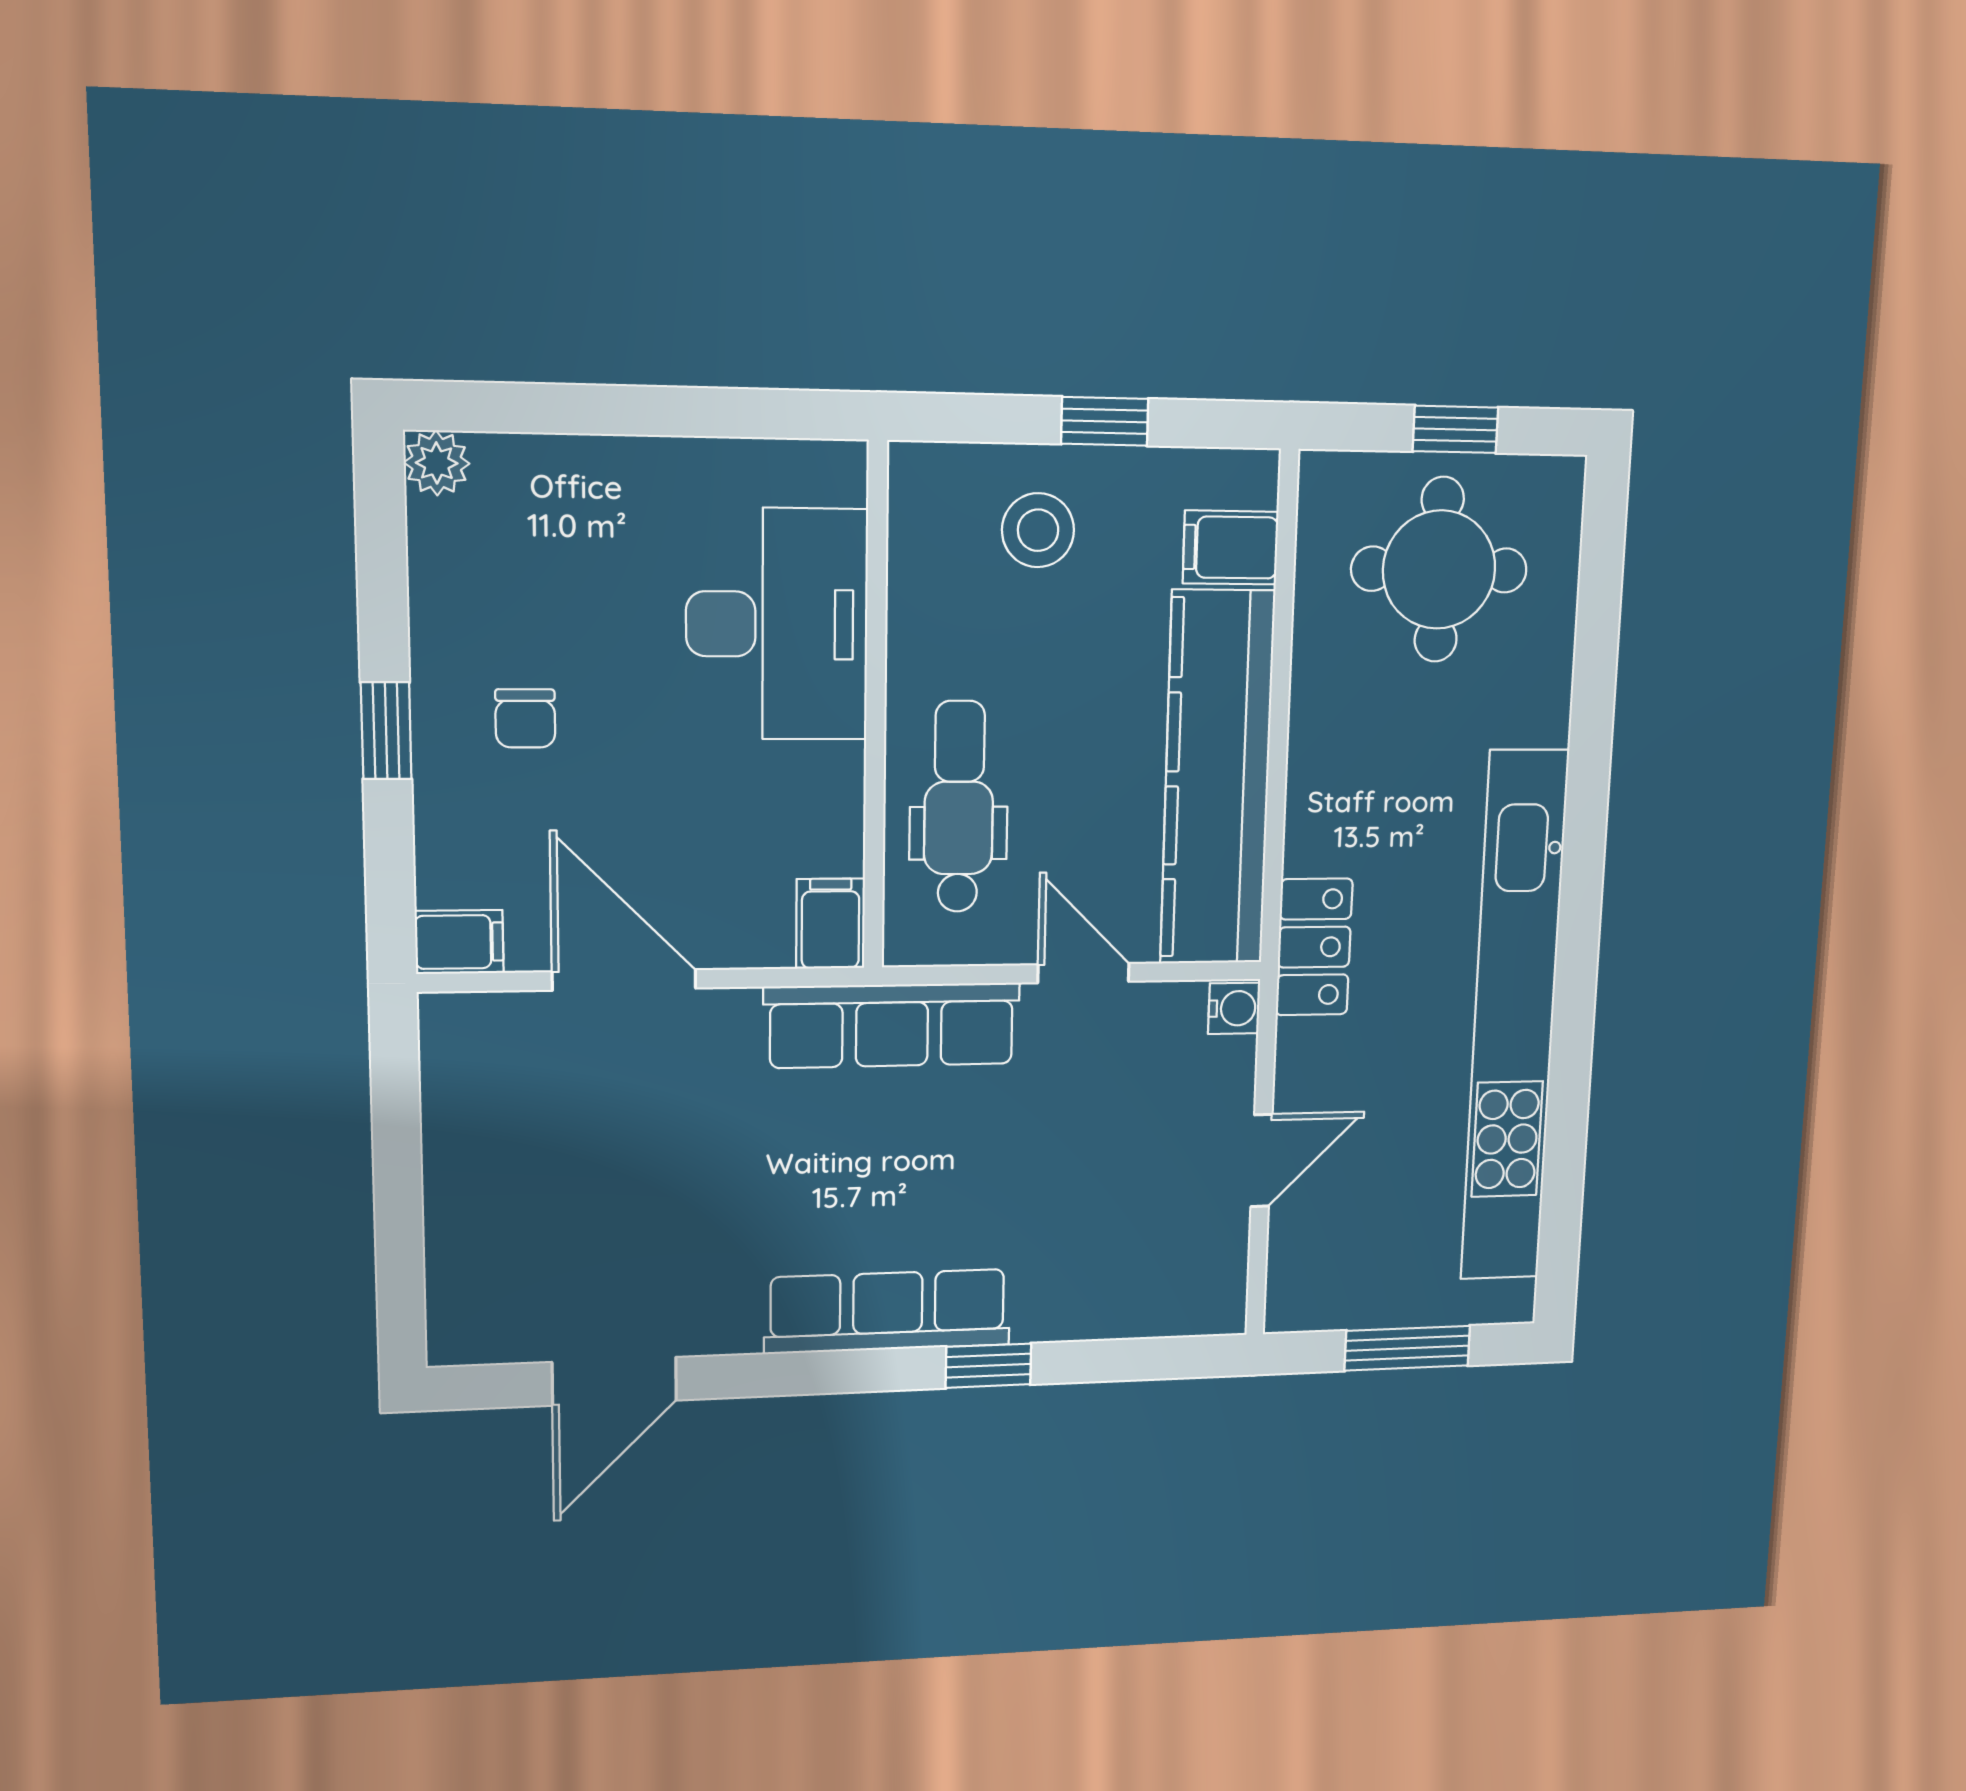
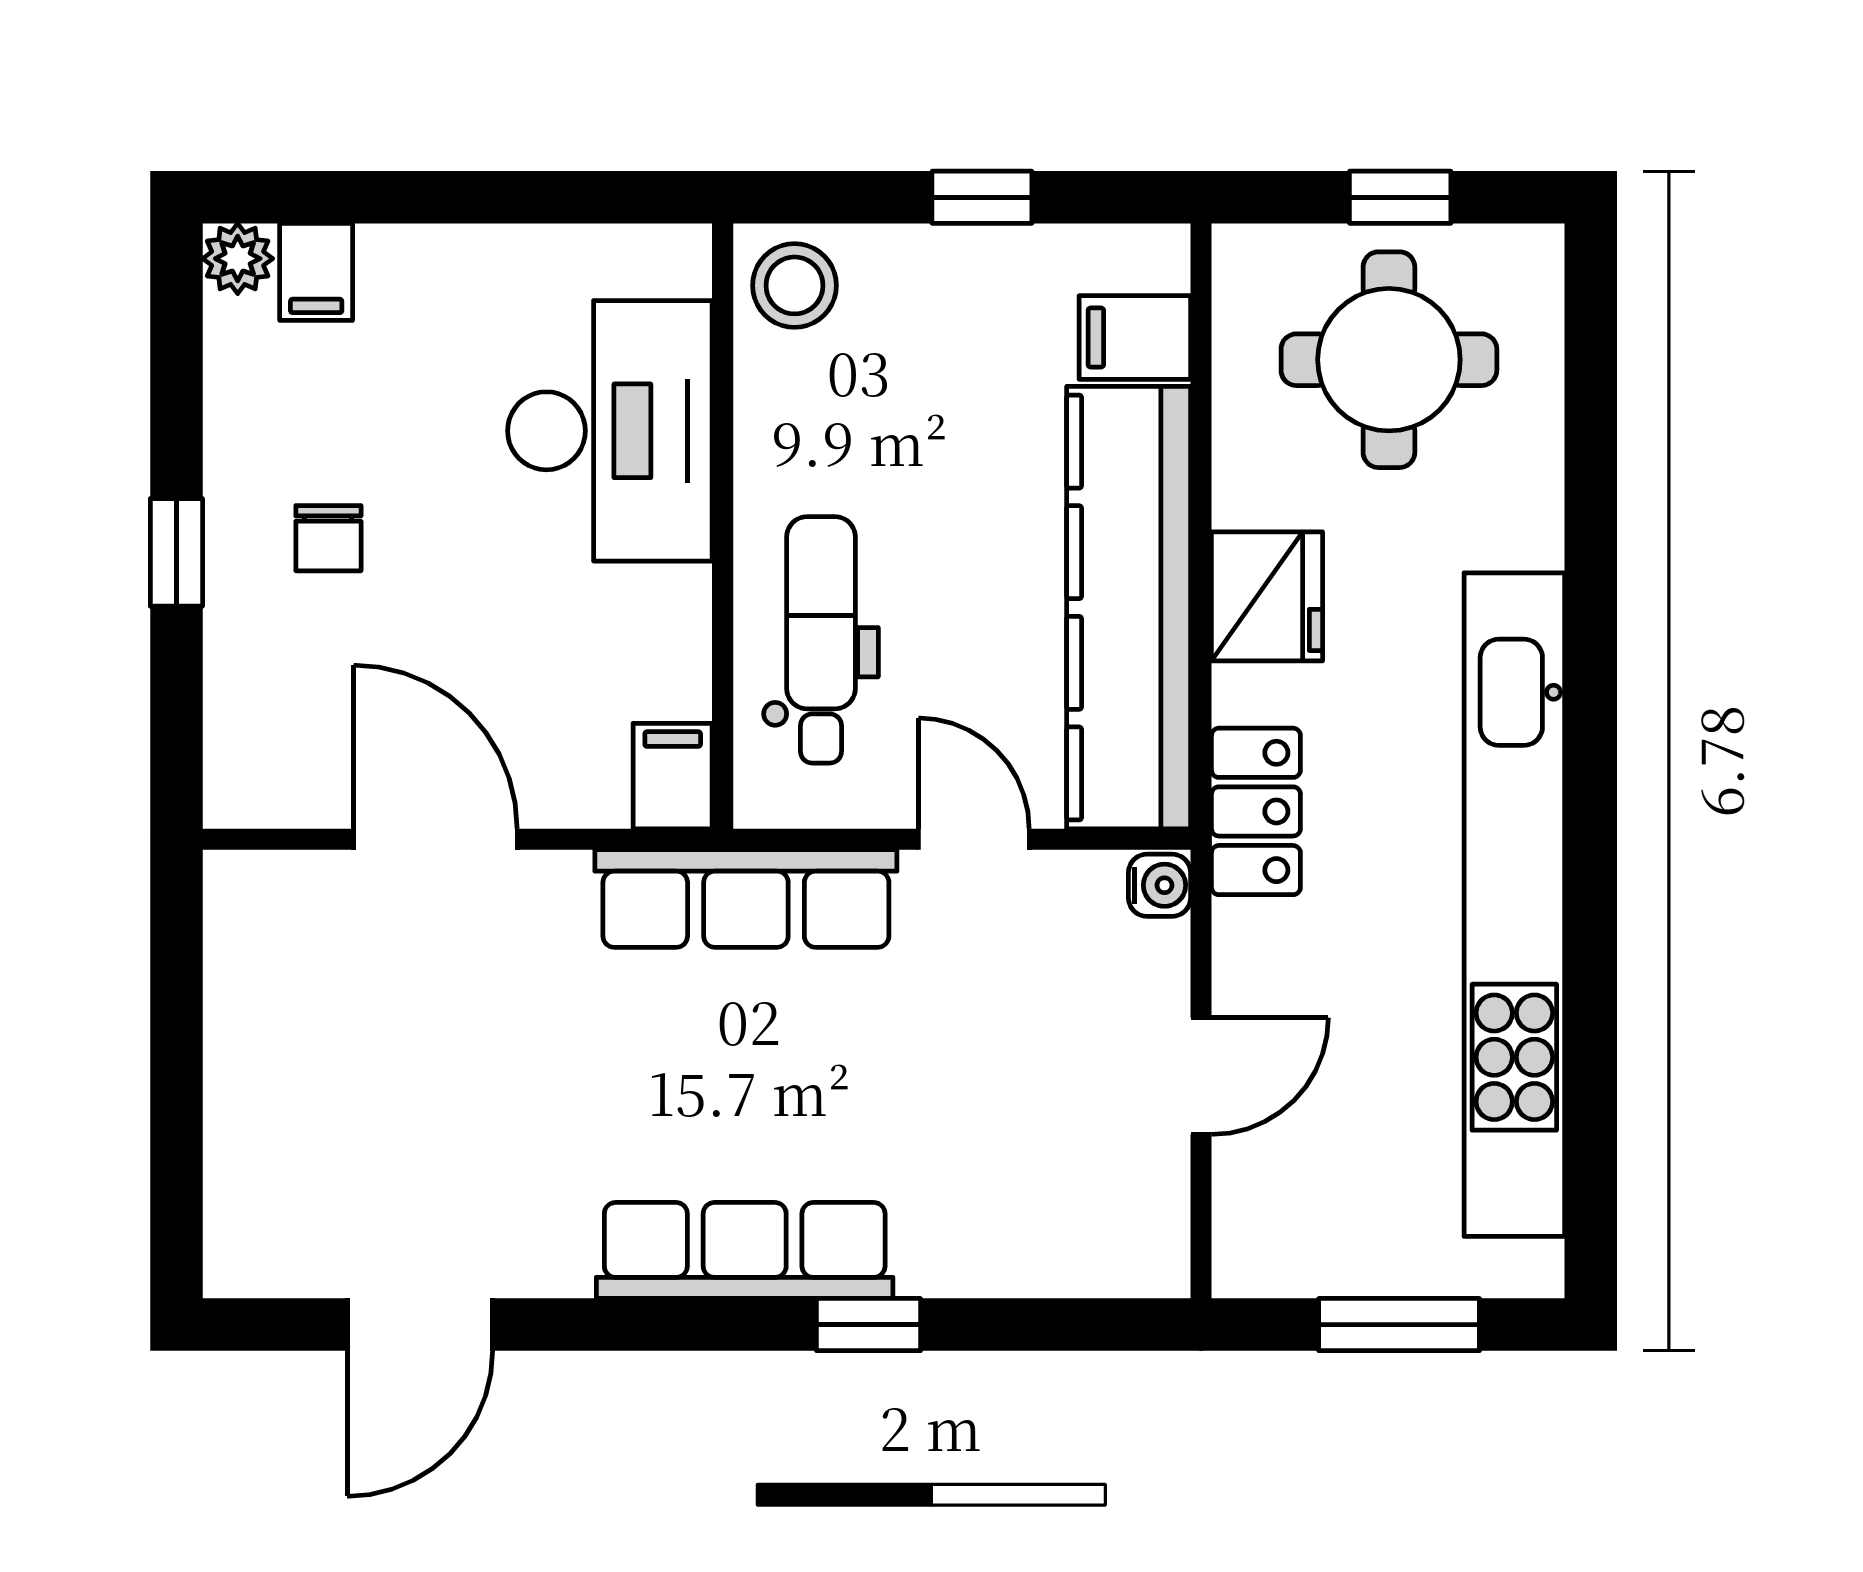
stool: (1038, 530) -> (794, 285), moved
fridge: (1331, 769) -> (1267, 596), added
filing cabinet: (459, 942) -> (316, 272), moved, turned 90

